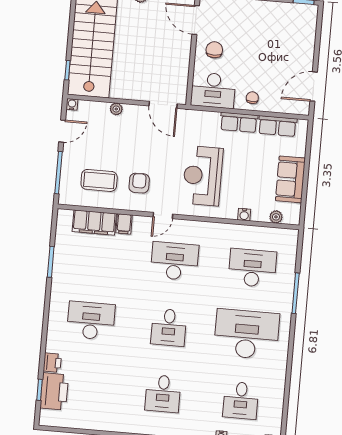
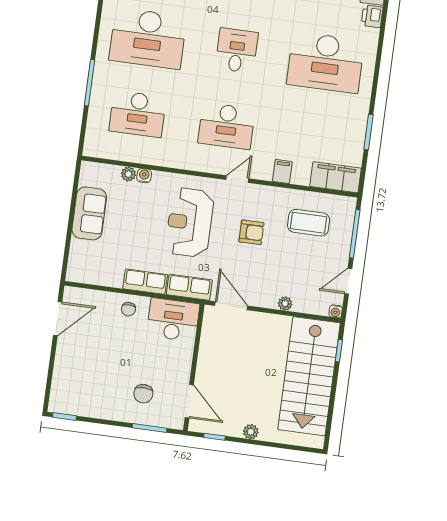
chair: (214, 50) -> (143, 394), moved
row of seats: (277, 126) -> (189, 287), moved
reception desk: (203, 176) -> (190, 223), turned 180
armchair: (139, 183) -> (251, 232), moved, turned -90
plant: (276, 217) -> (128, 174), moved
filing cabinet: (94, 222) -> (336, 177), moved
desk: (91, 321) -> (326, 62), width x1.36, depth x1.30

